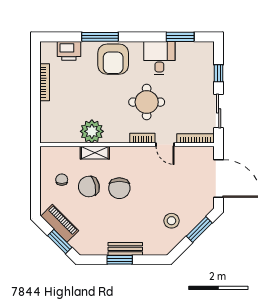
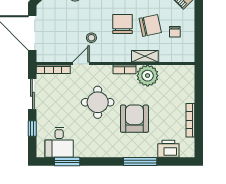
desk: (159, 58) -> (59, 142), moved
armchair: (113, 59) -> (134, 119), moved
bookcase: (142, 138) -> (124, 69), moved
door: (165, 145) -> (81, 64), hinge flipped
stool: (153, 173) -> (91, 38), added

